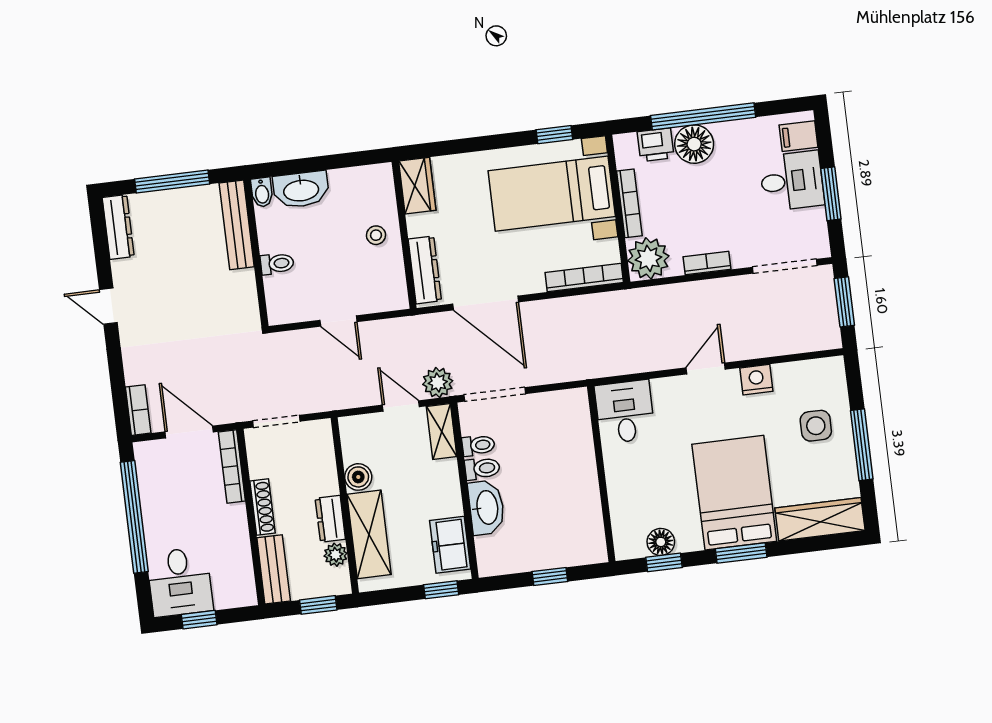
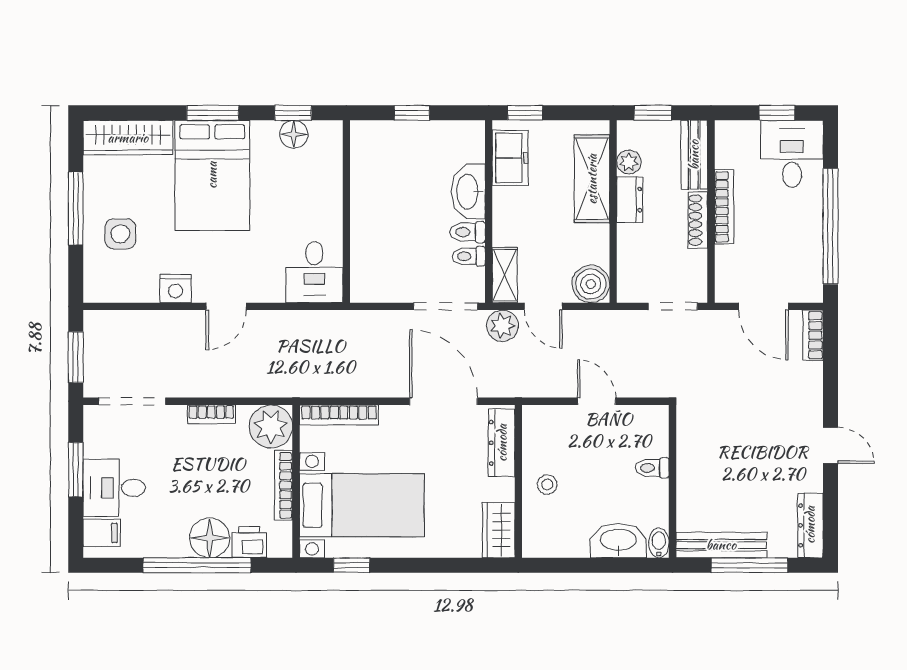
bench: (237, 225) -> (721, 545), moved, turned 90
bookcase: (232, 466) -> (724, 207), moved
boiler: (358, 477) -> (591, 284), moved, width x1.36, depth x1.36

